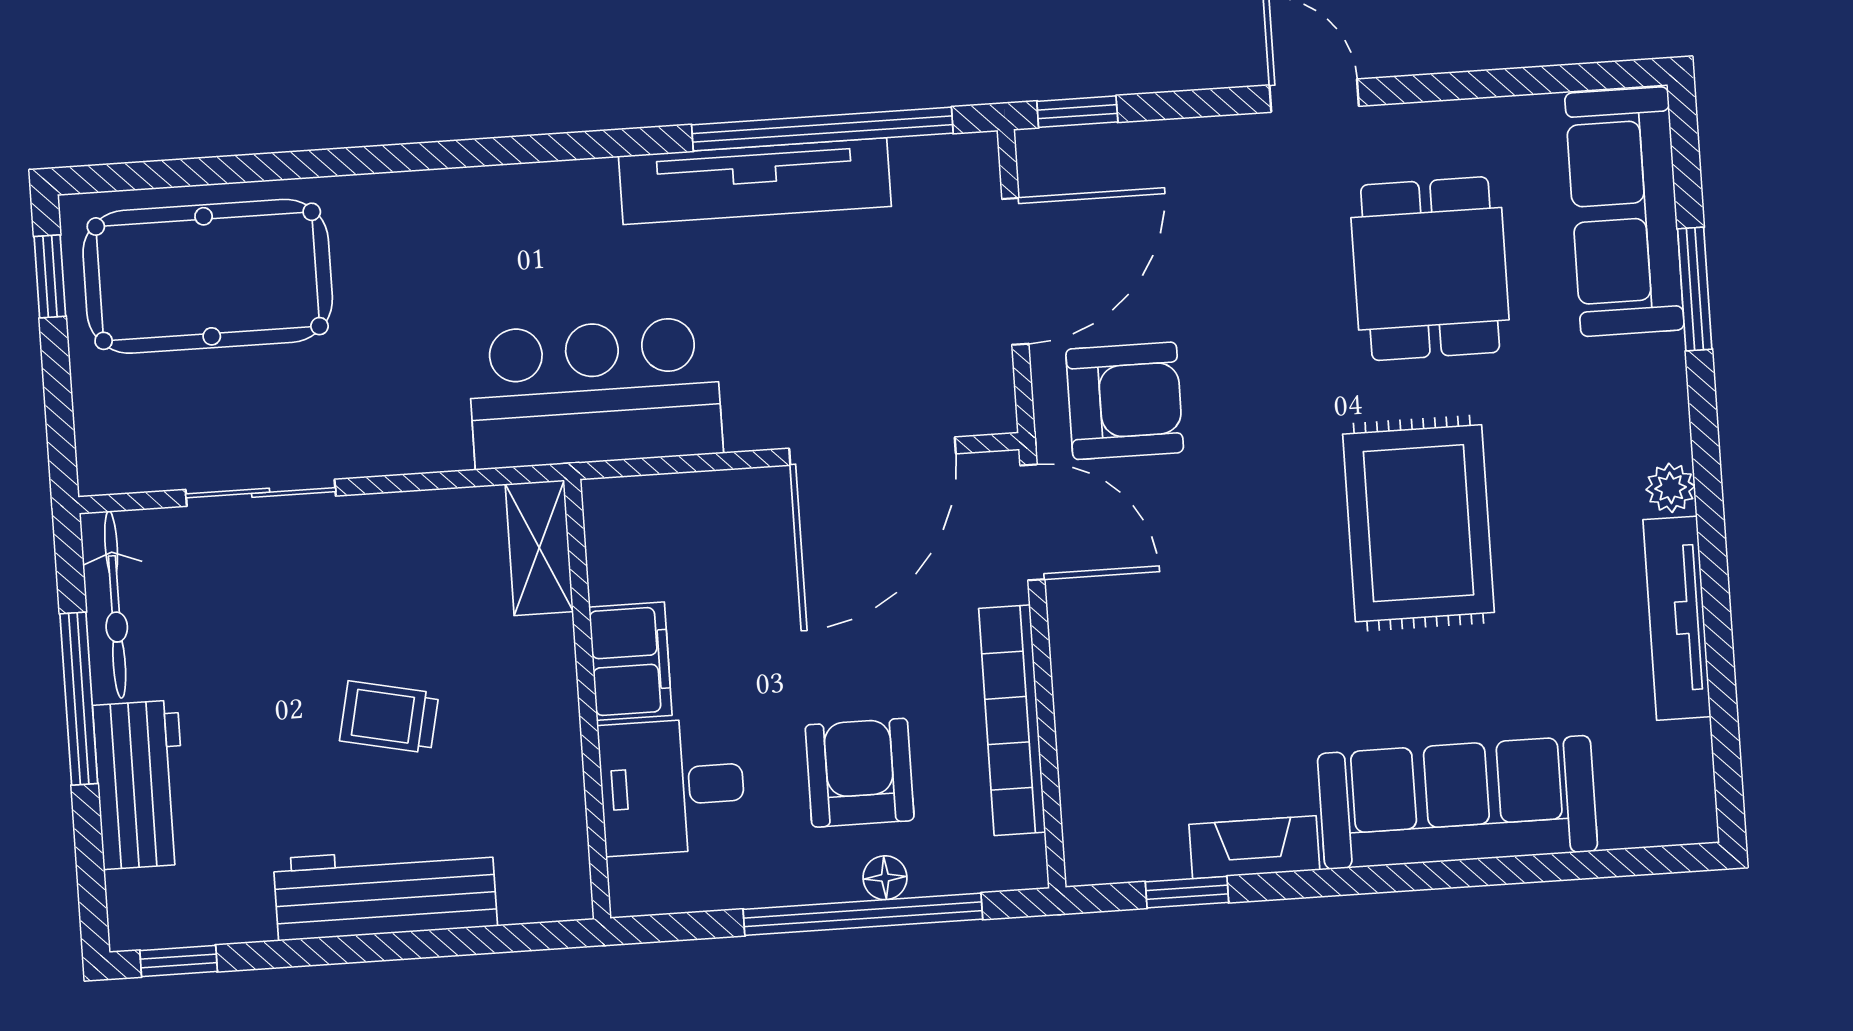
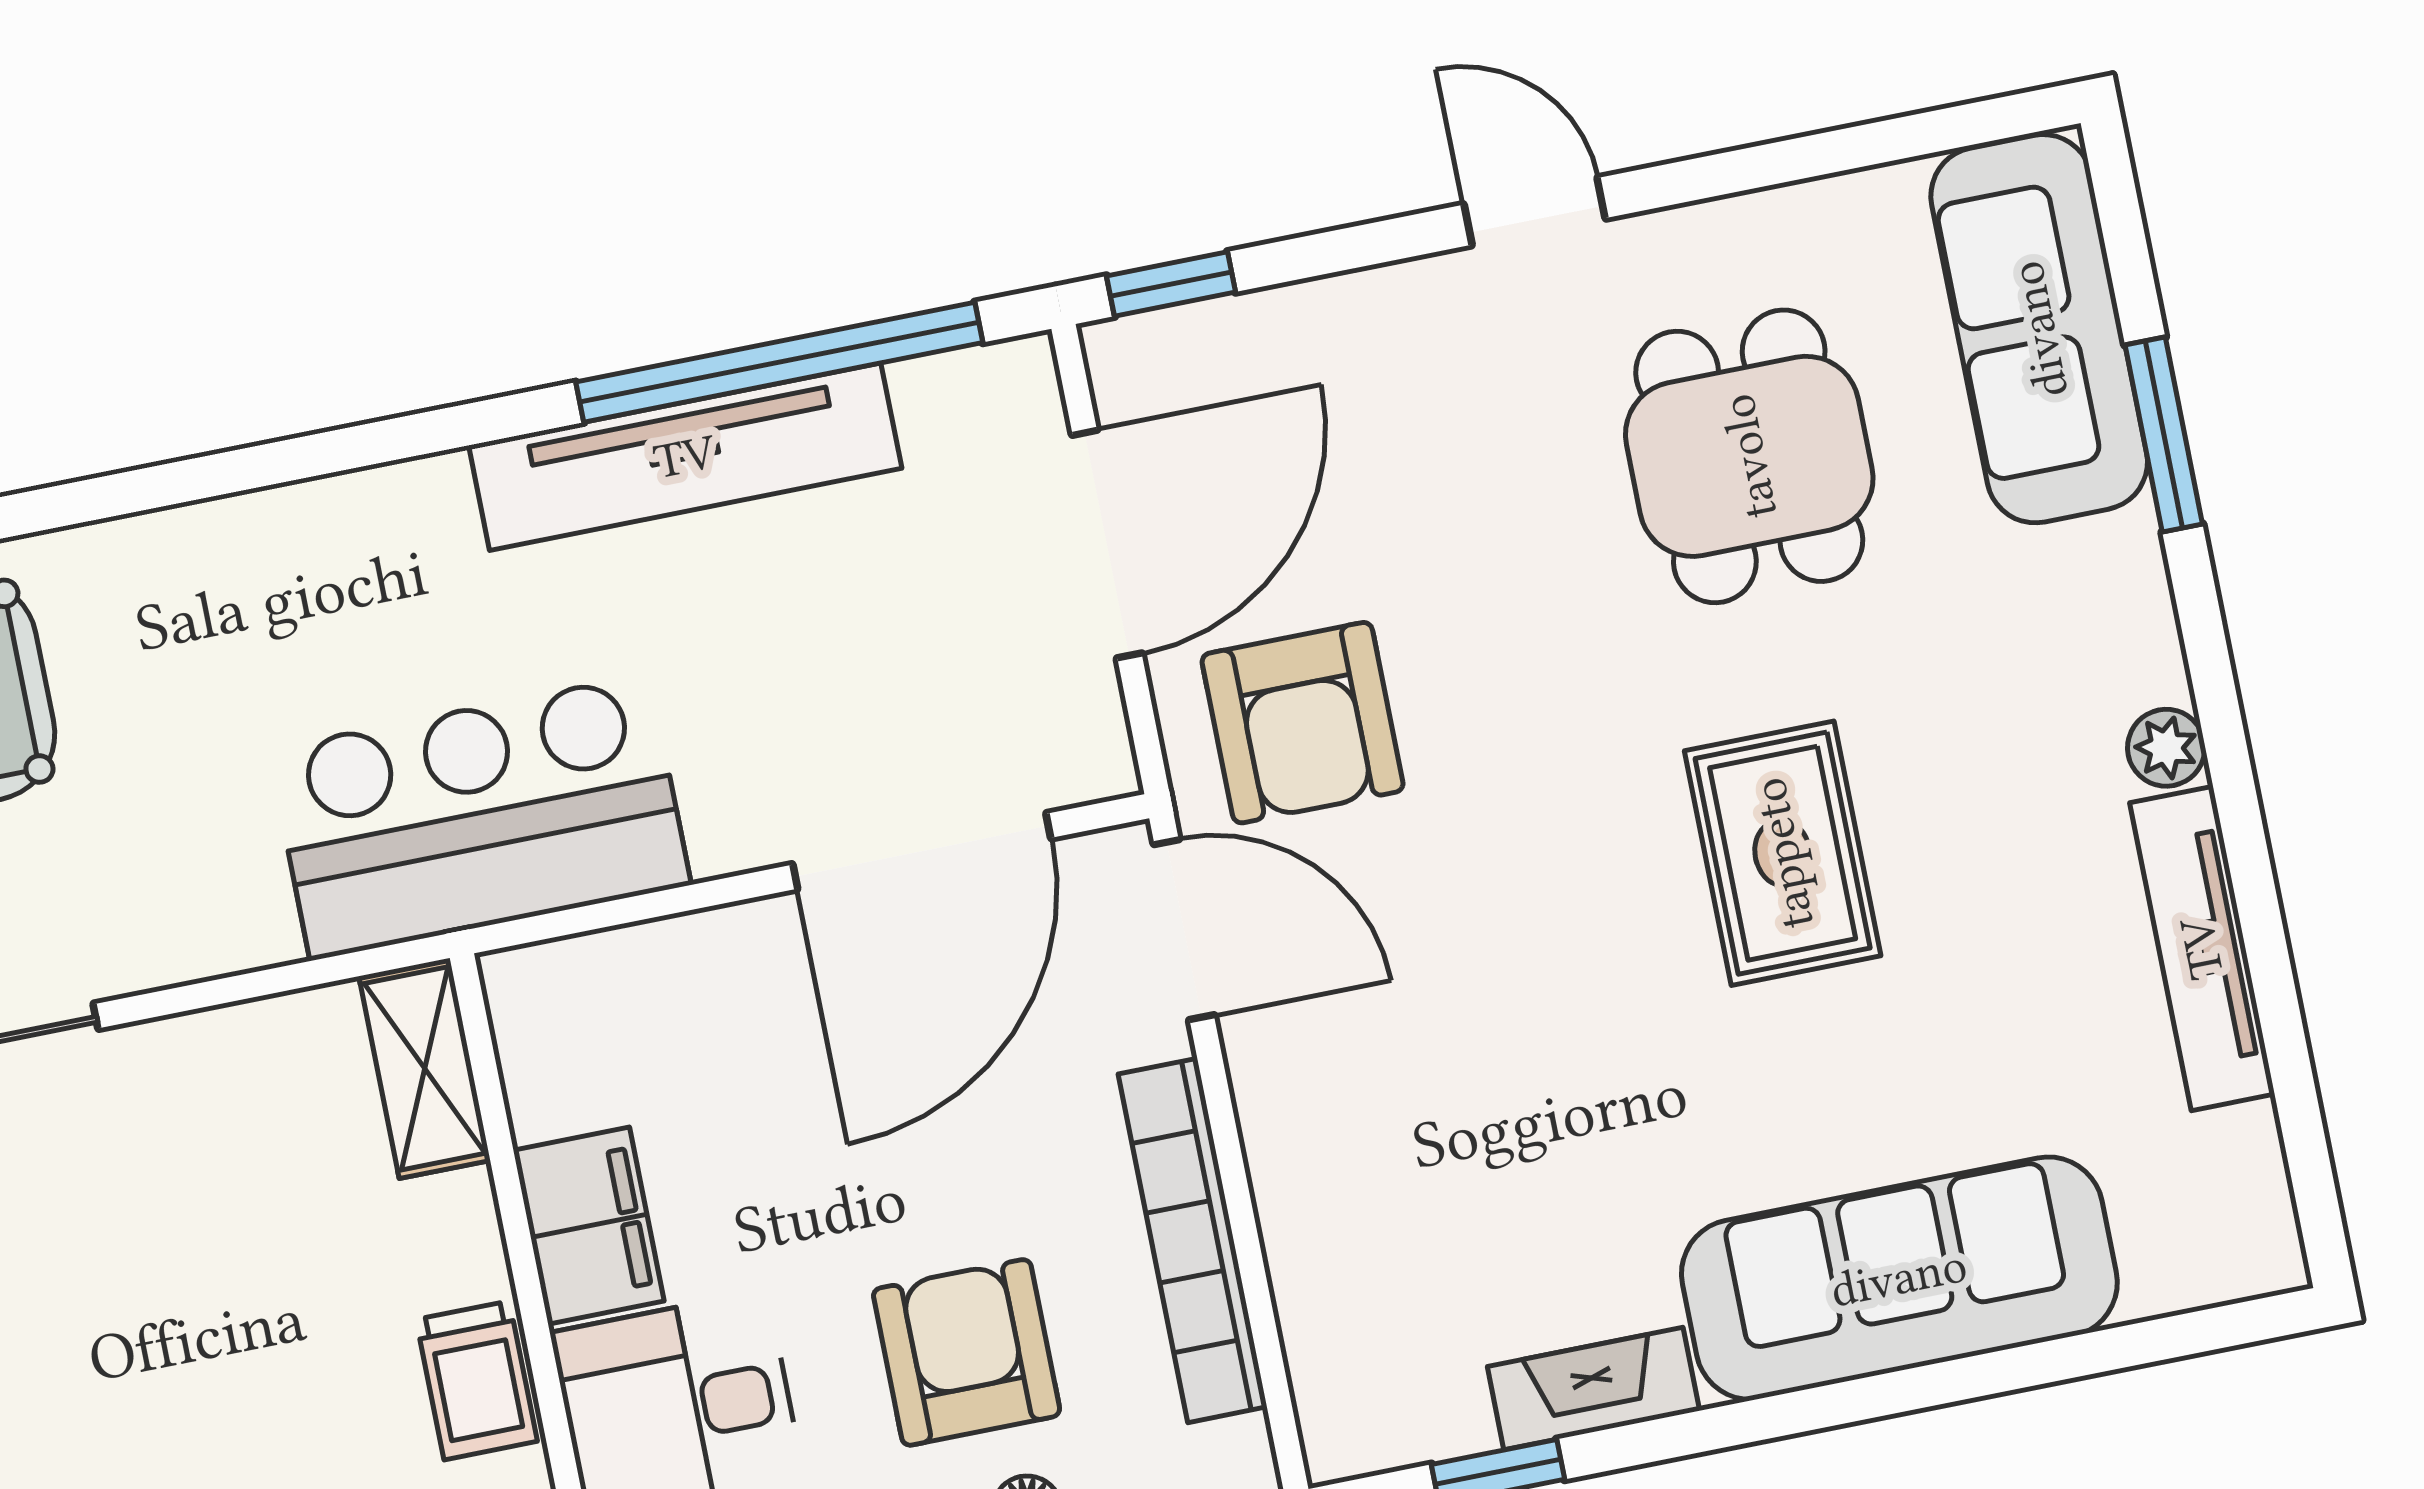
armchair: (1125, 401) -> (1303, 723), turned 90
rug: (1418, 523) -> (1783, 853), width x0.73, depth x0.70
trolley: (389, 717) -> (477, 1380), moved, turned -102

